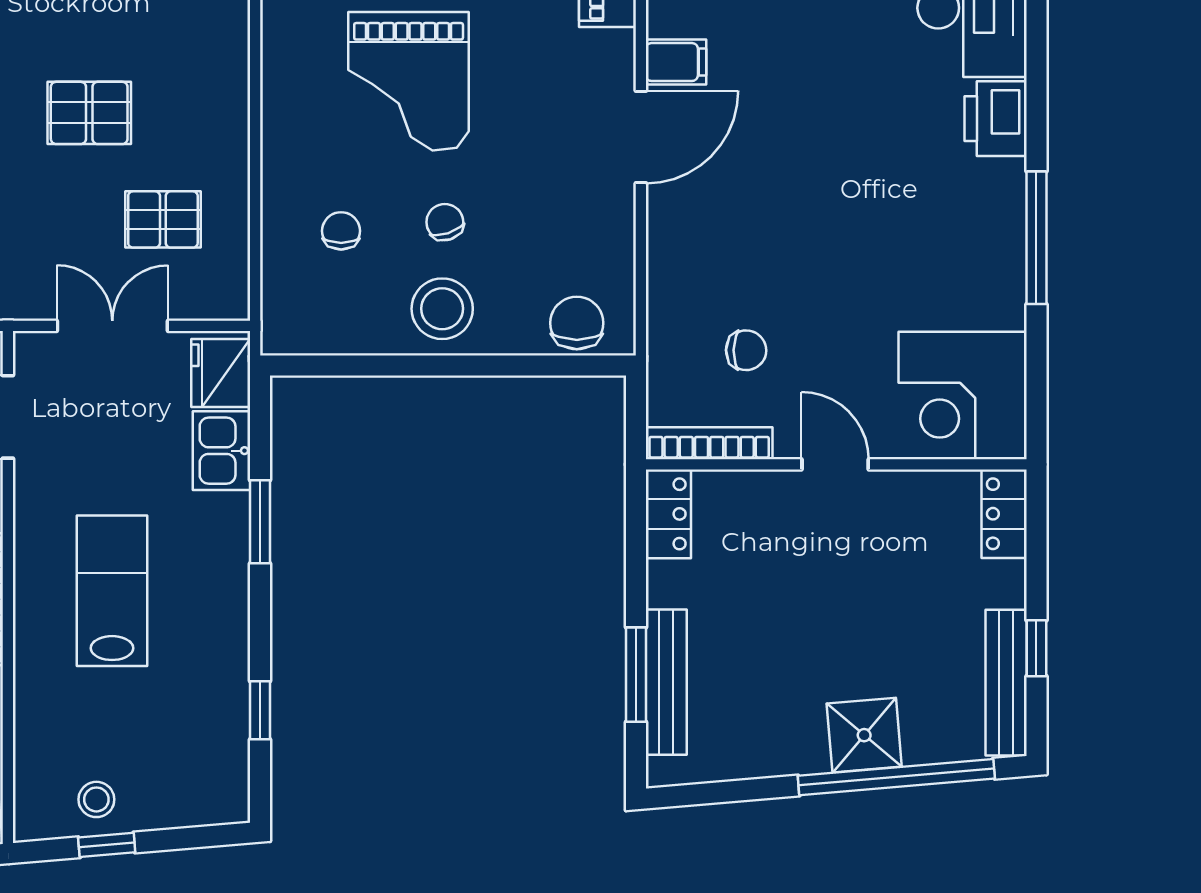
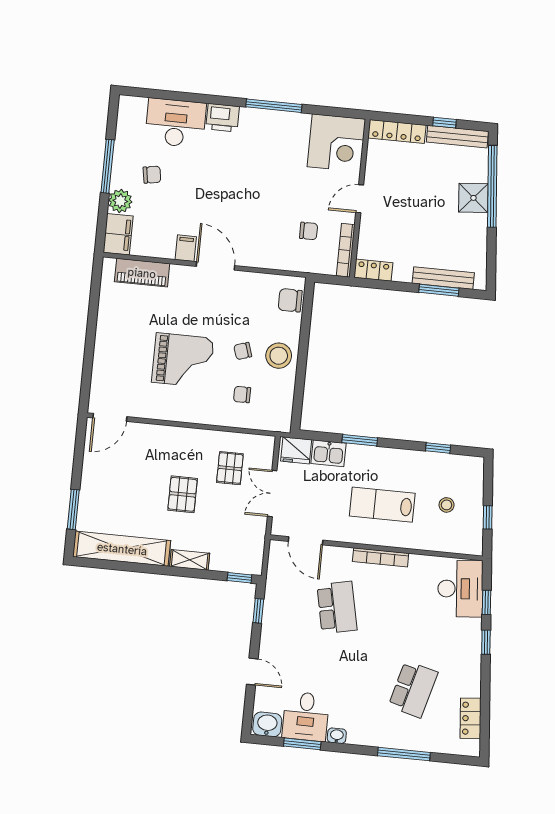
chair: (746, 350) -> (309, 231), turned 89
locker: (1004, 514) -> (397, 131), width x1.53
stool: (96, 799) -> (447, 505), moved

